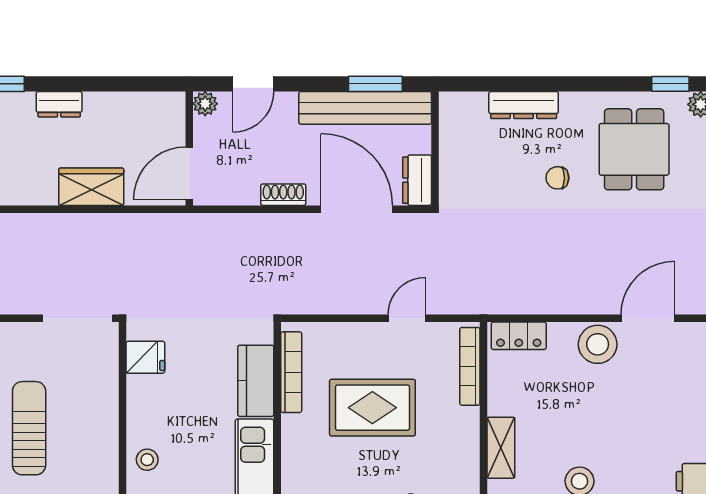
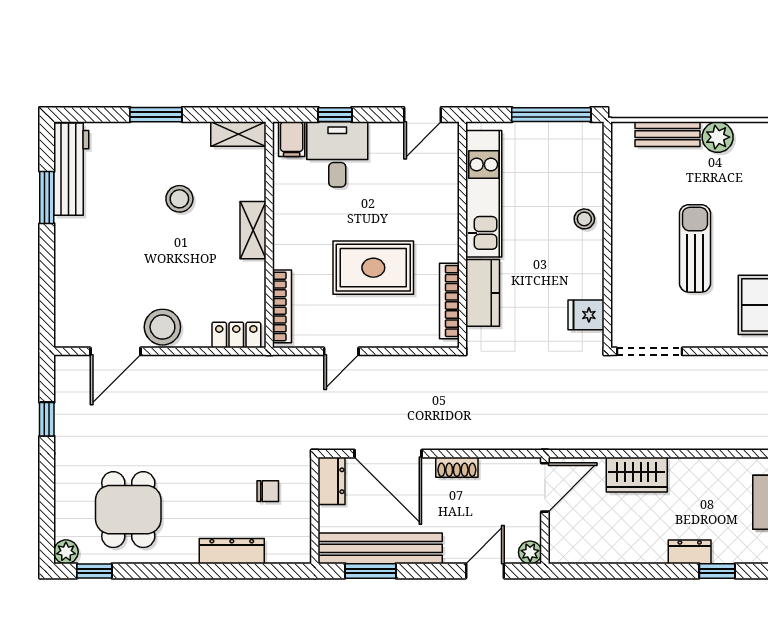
dresser: (59, 104) -> (690, 552), moved
chair: (557, 178) -> (268, 491), moved
sun lounger: (29, 428) -> (695, 248), turned 180

